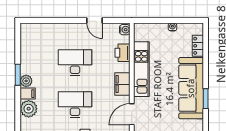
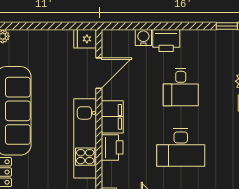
printer: (123, 53) -> (112, 147), moved
desk: (75, 105) -> (181, 87), width x0.73

